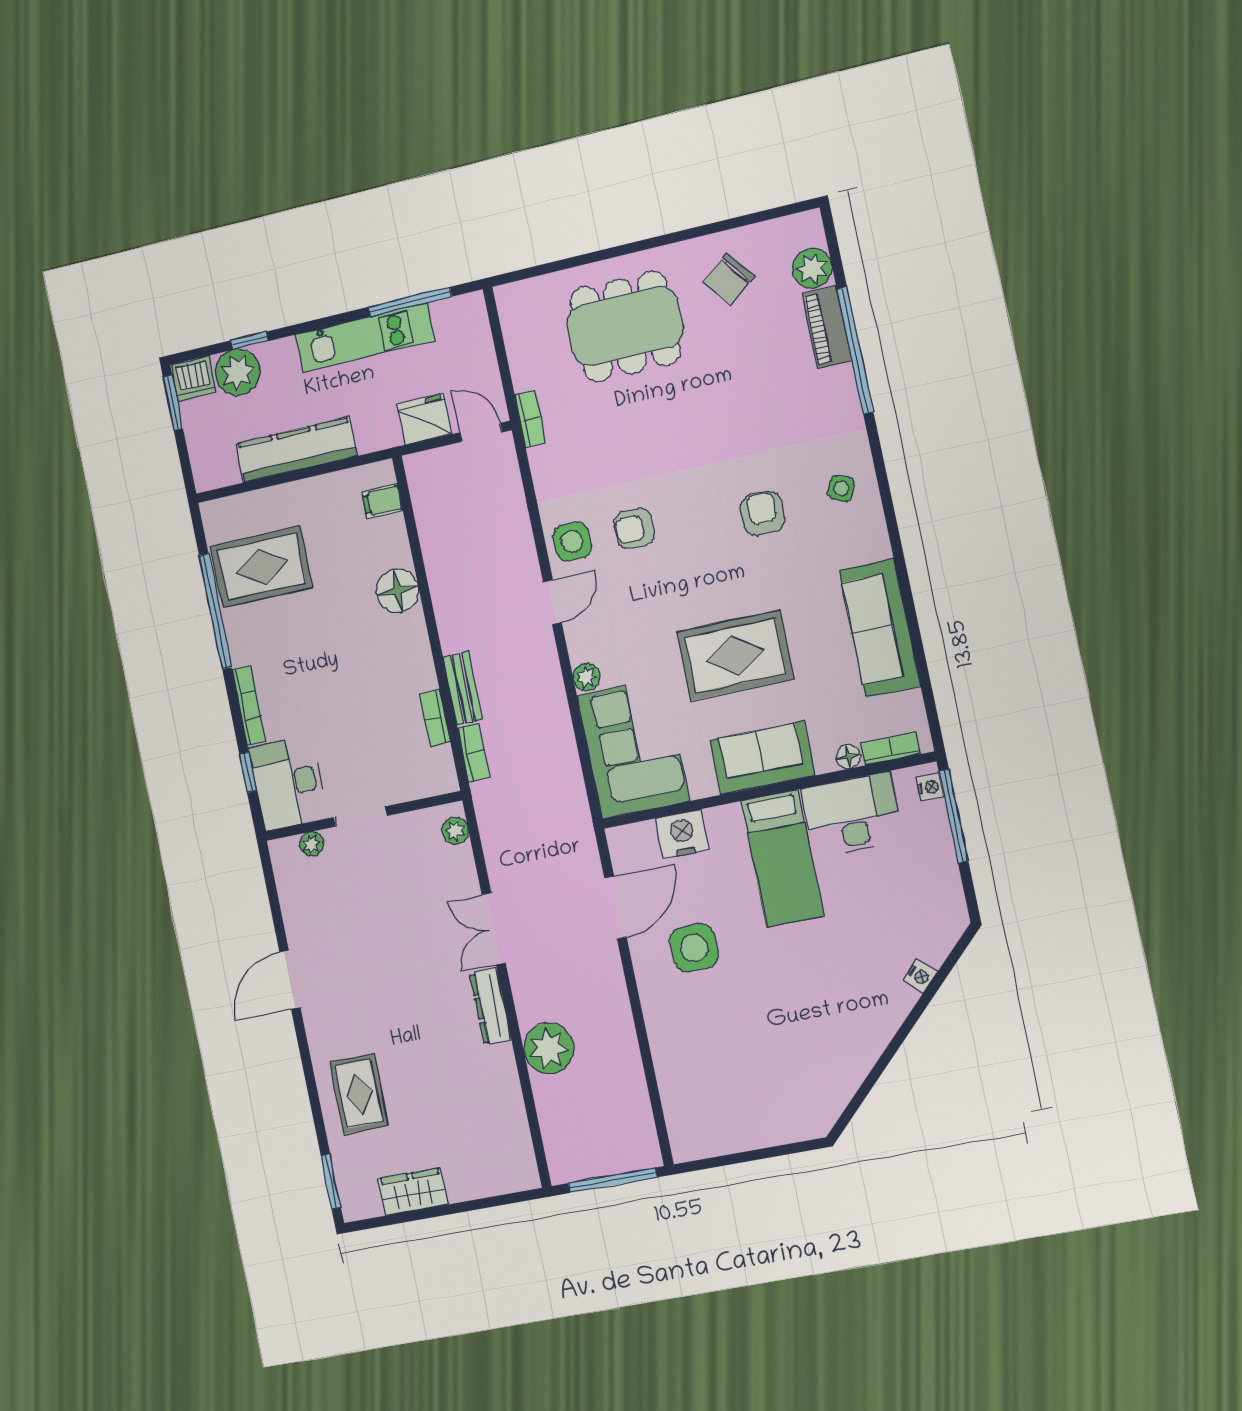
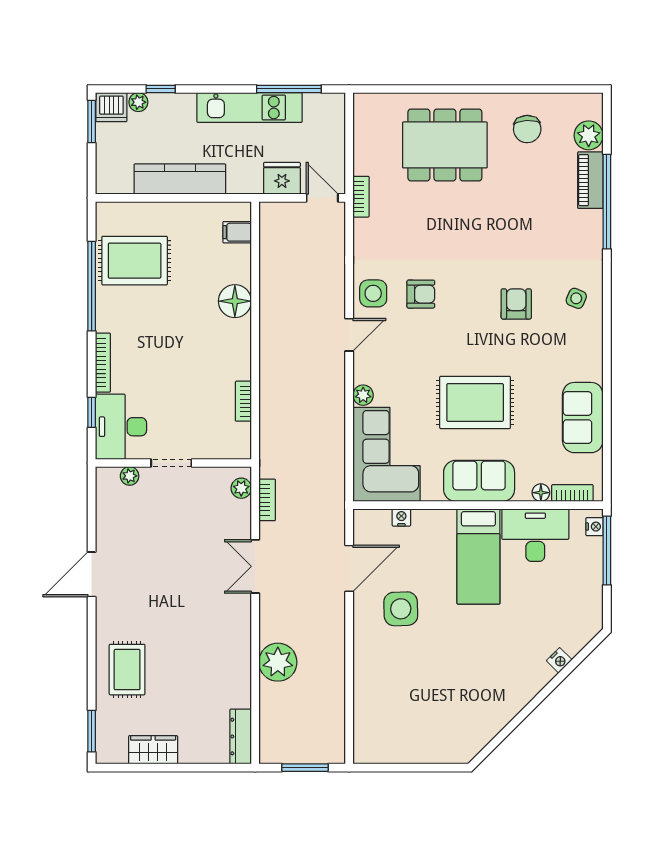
chair: (729, 280) -> (527, 129), turned -55
plant: (238, 372) -> (138, 102), width x0.53, depth x0.53
armchair: (634, 528) -> (421, 294), turned 180
sofa: (880, 628) -> (583, 418), width x0.73
bench: (463, 688) -> (269, 384), removed
bookcase: (474, 752) -> (267, 500), moved
nightstand: (682, 834) -> (401, 517), width x0.53, depth x0.56
dresser: (491, 1007) -> (241, 737), moved
window: (612, 1180) -> (305, 768), width x0.69

